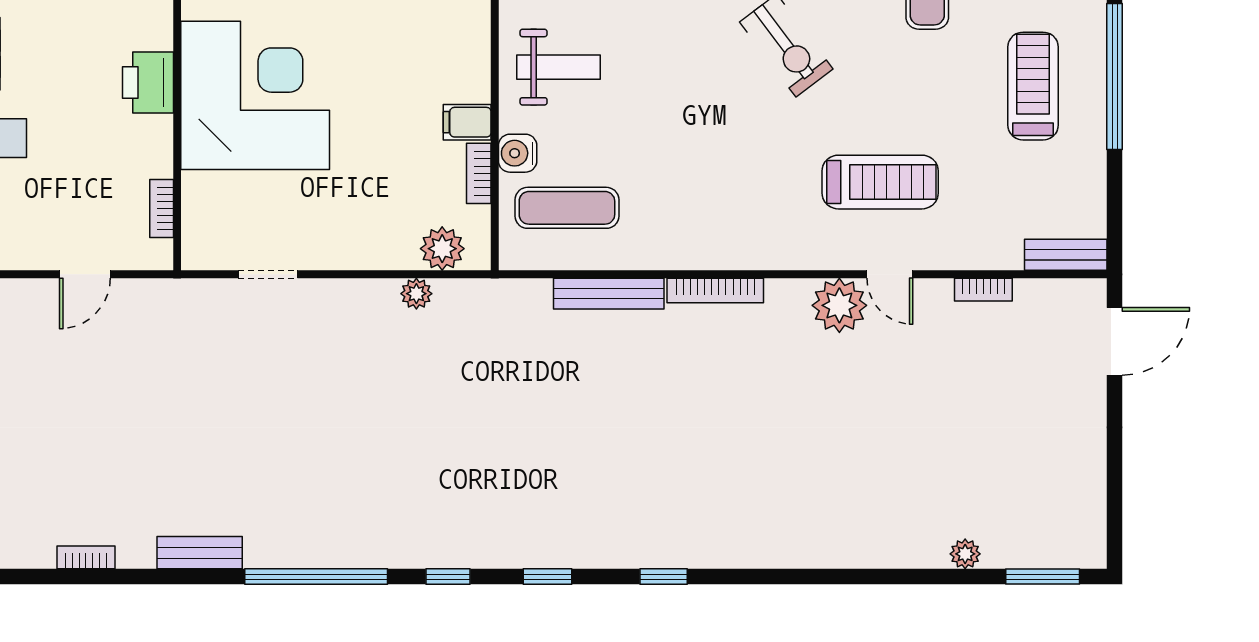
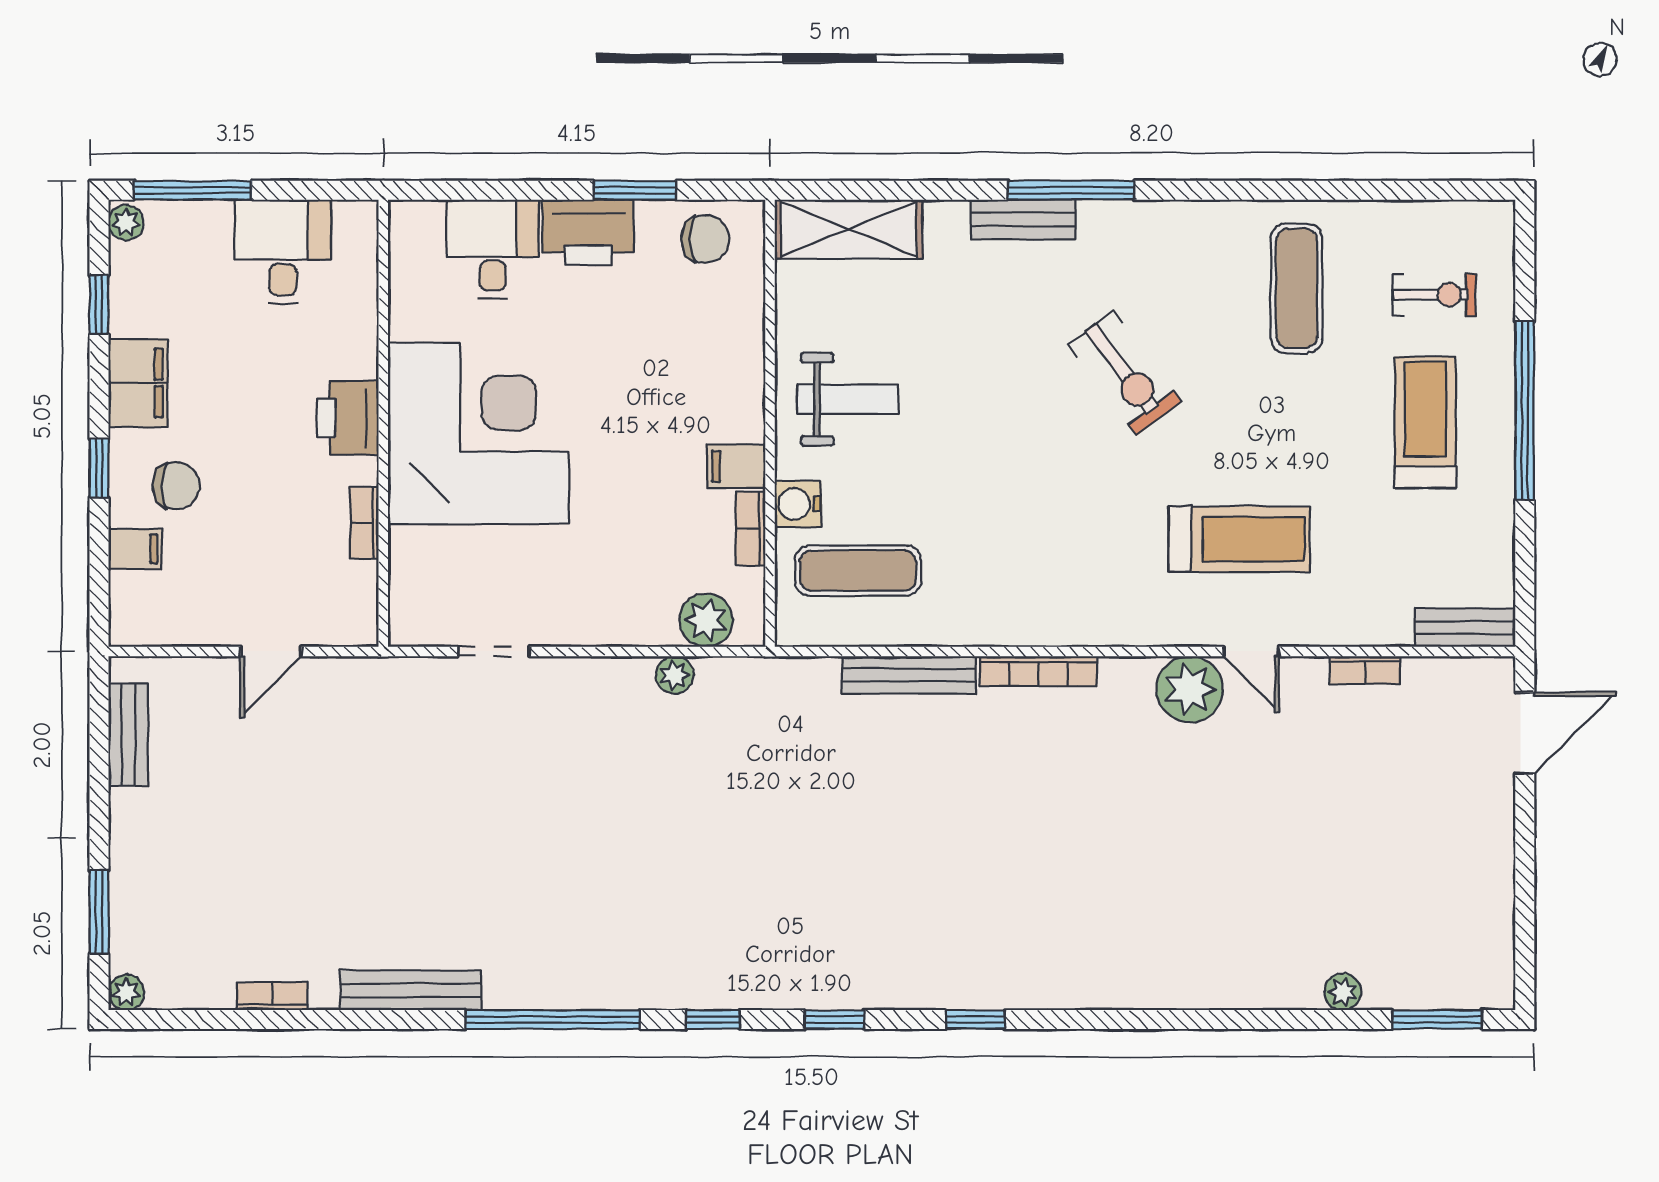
bookcase: (162, 208) -> (364, 523), moved
bench: (200, 553) -> (411, 990), width x1.36

